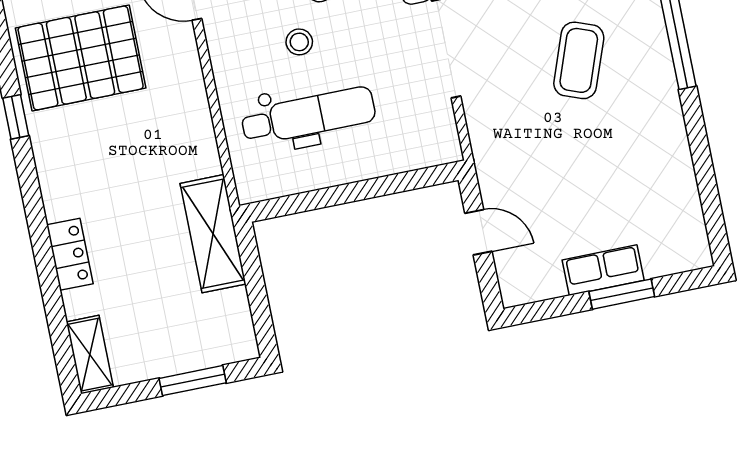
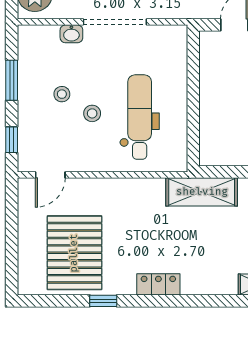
locker: (70, 254) -> (158, 284), moved

